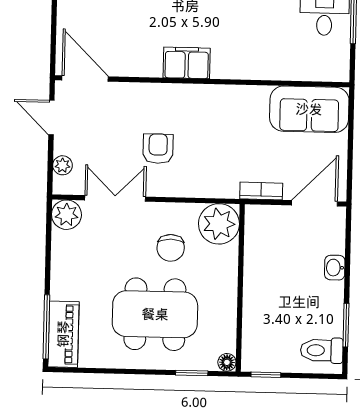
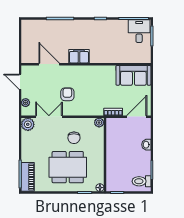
door: (85, 78) -> (49, 64), moved
plant: (219, 224) -> (99, 123), width x0.53, depth x0.53

